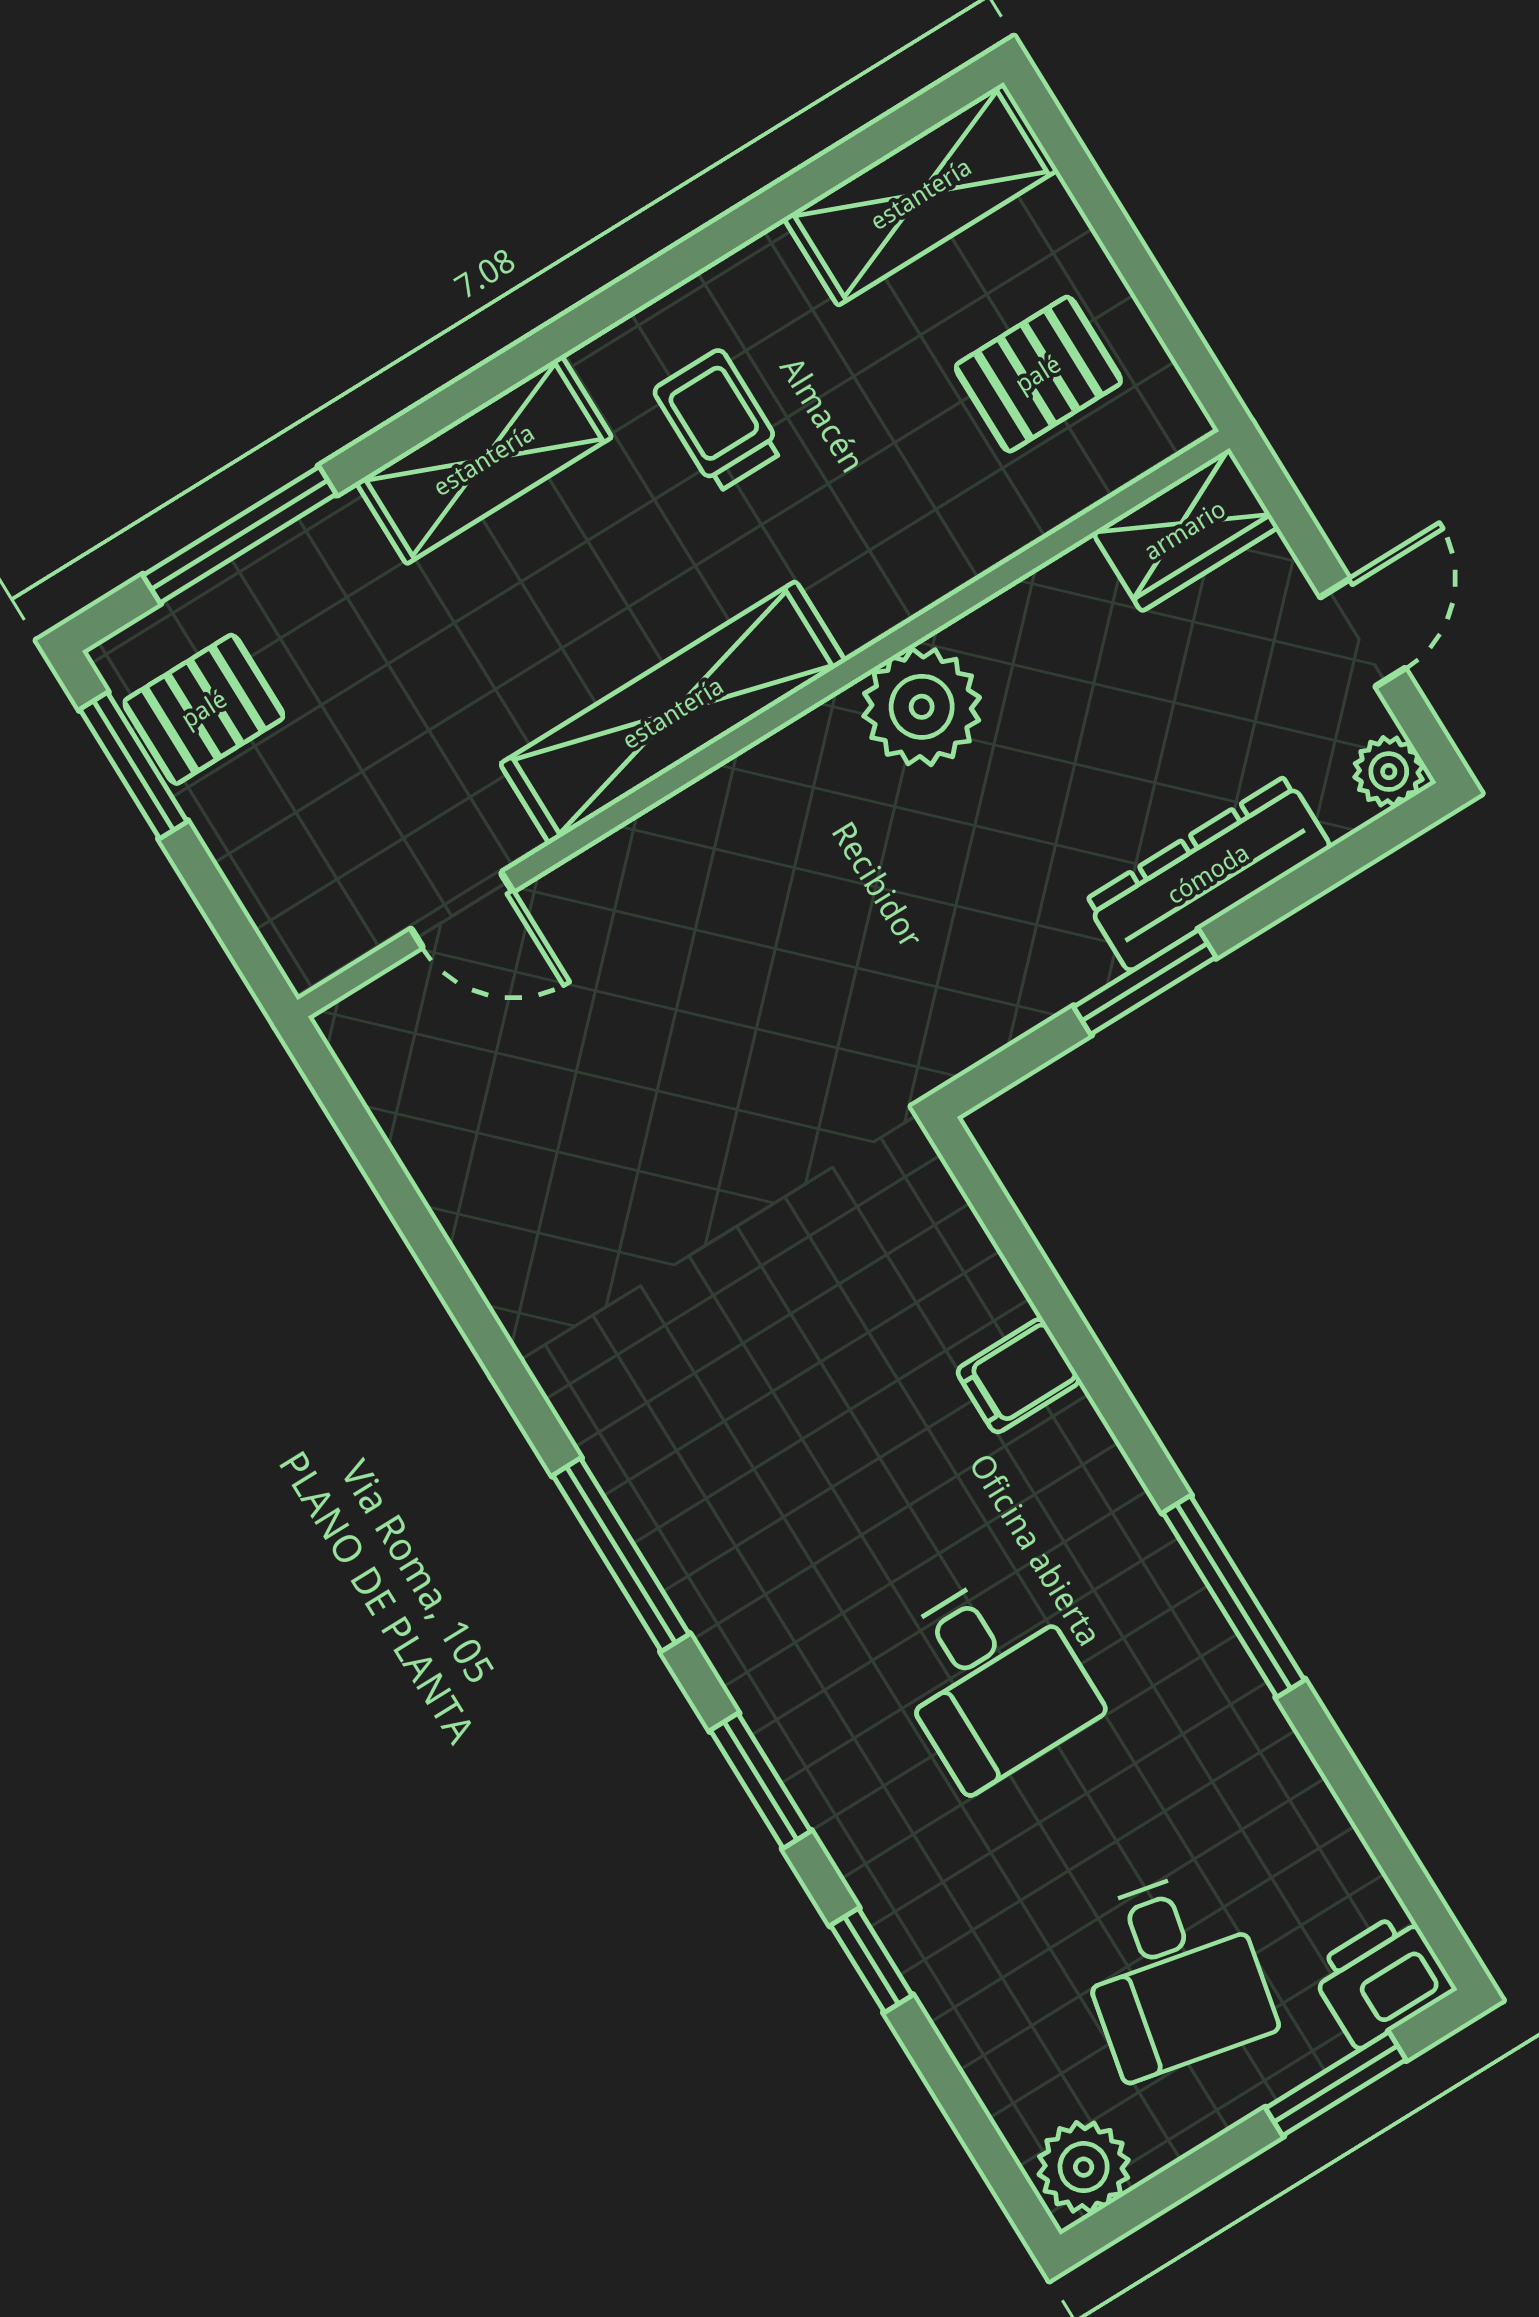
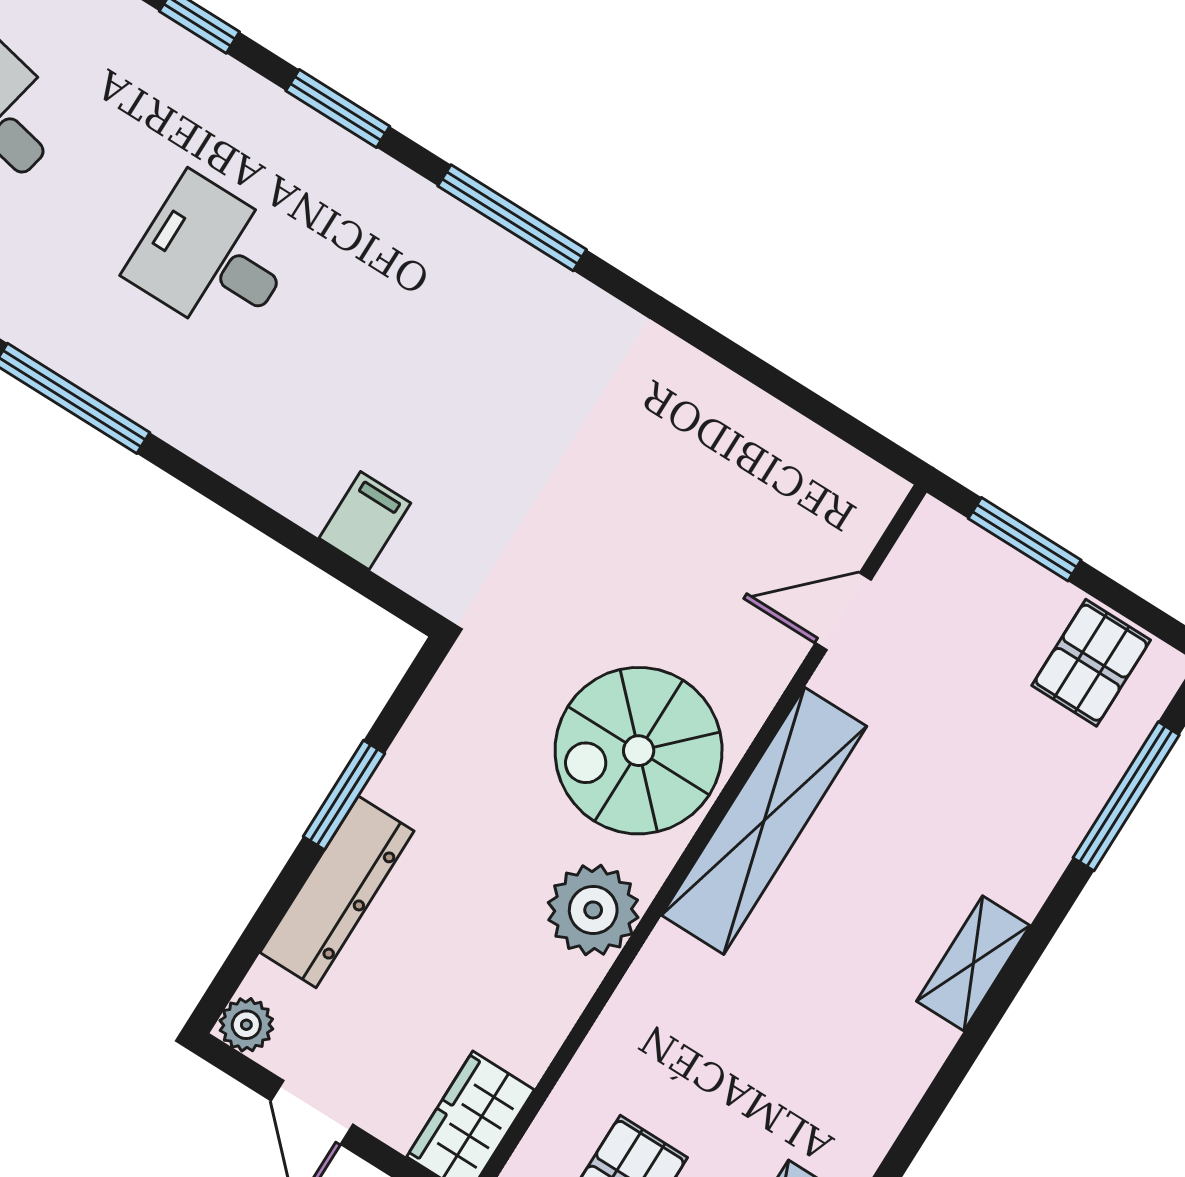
trolley: (718, 421) -> (832, 1039), removed
shelving: (484, 460) -> (973, 963), width x0.67, depth x0.75
window: (133, 765) -> (1025, 539), moved
spiral stairs: (778, 865) -> (639, 751), added
filing cabinet: (1018, 1376) -> (365, 521), moved

